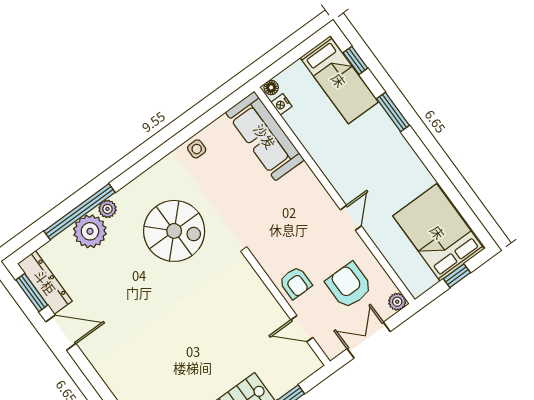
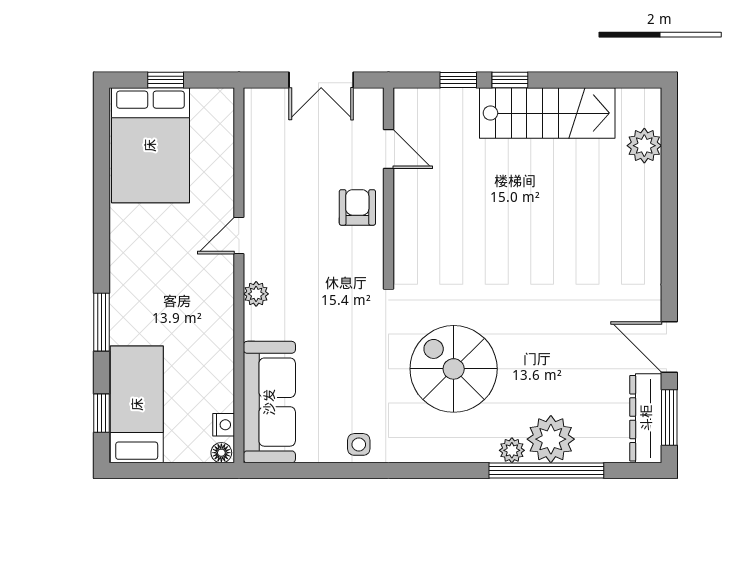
armchair: (349, 285) -> (298, 159), removed
plant: (397, 302) -> (256, 294), moved

